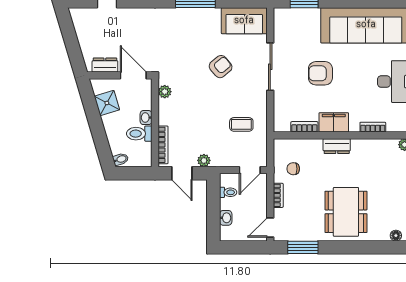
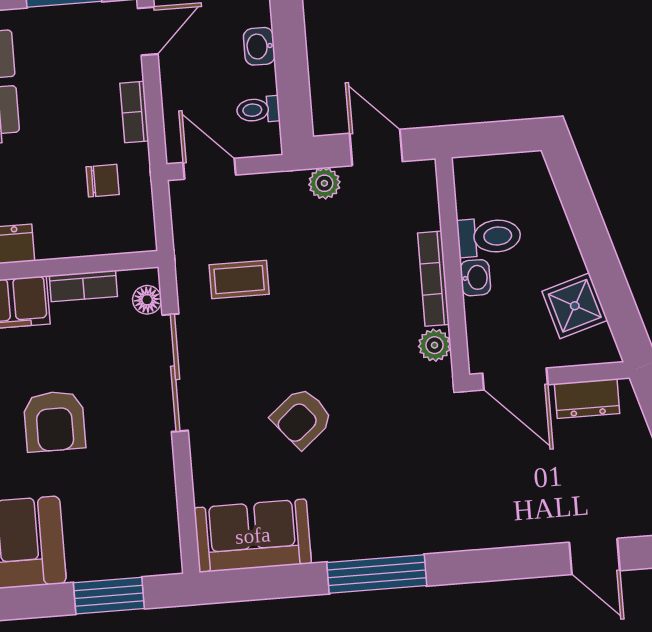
sliding door: (270, 67) -> (175, 373), moved
armchair: (320, 73) -> (54, 421), turned 90
floor lamp: (279, 119) -> (147, 300), added
bookcase: (163, 145) -> (433, 279), moved
bidet: (121, 159) -> (530, 170), removed
door: (250, 170) -> (210, 169), hinge flipped

